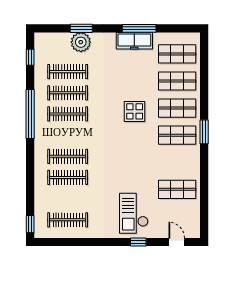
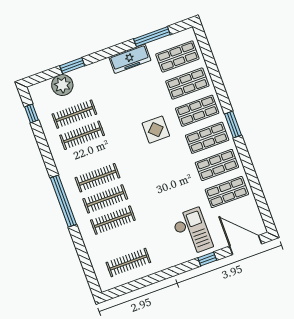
window: (139, 28) -> (152, 37), moved
plant: (81, 42) -> (62, 85), moved
window: (30, 114) -> (63, 201), moved
clothes rail: (68, 114) -> (97, 178), moved
shop shelf: (177, 162) -> (217, 165), added
checkout: (134, 213) -> (192, 232), turned 180
window: (30, 224) -> (92, 280), removed
door: (177, 242) -> (246, 245), width x1.88

